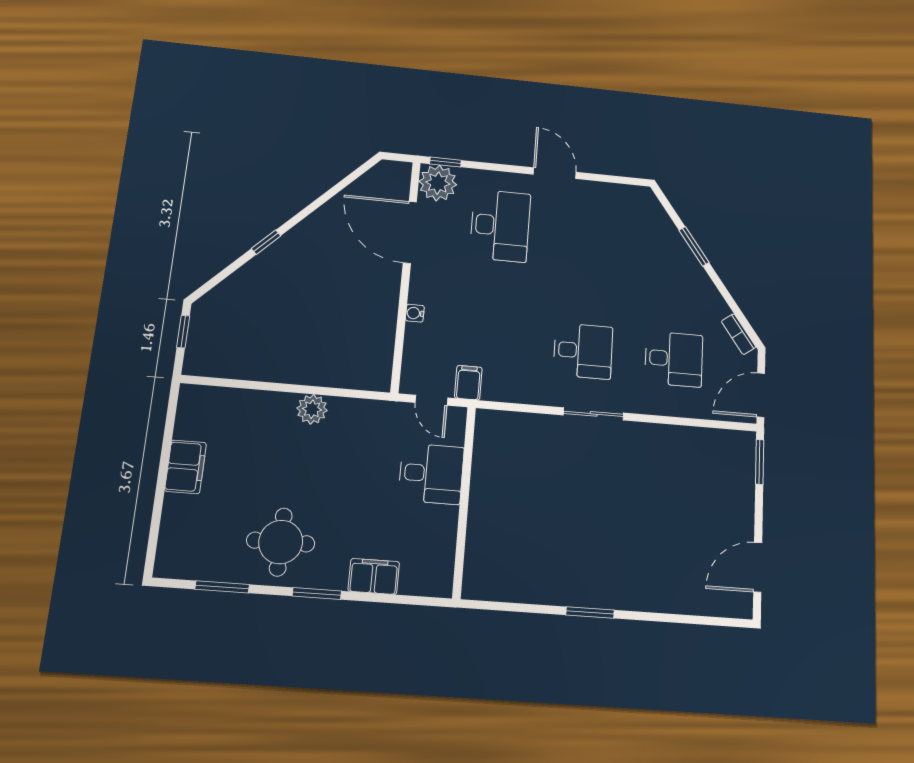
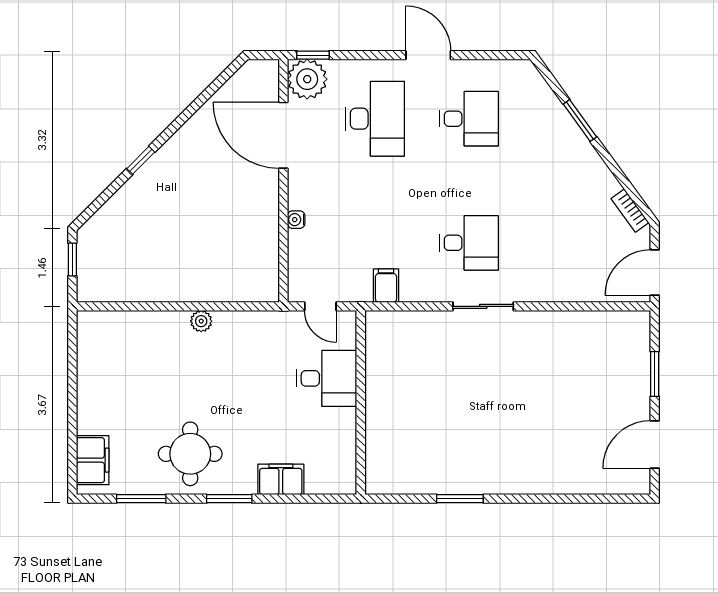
desk: (674, 359) -> (469, 119), moved
filing cabinet: (468, 383) -> (386, 286), moved
plant: (312, 409) -> (201, 321), width x0.73, depth x0.73
window: (760, 462) -> (655, 374), moved
filing cabinet: (186, 467) -> (93, 460), moved
window: (590, 613) -> (460, 499), moved

